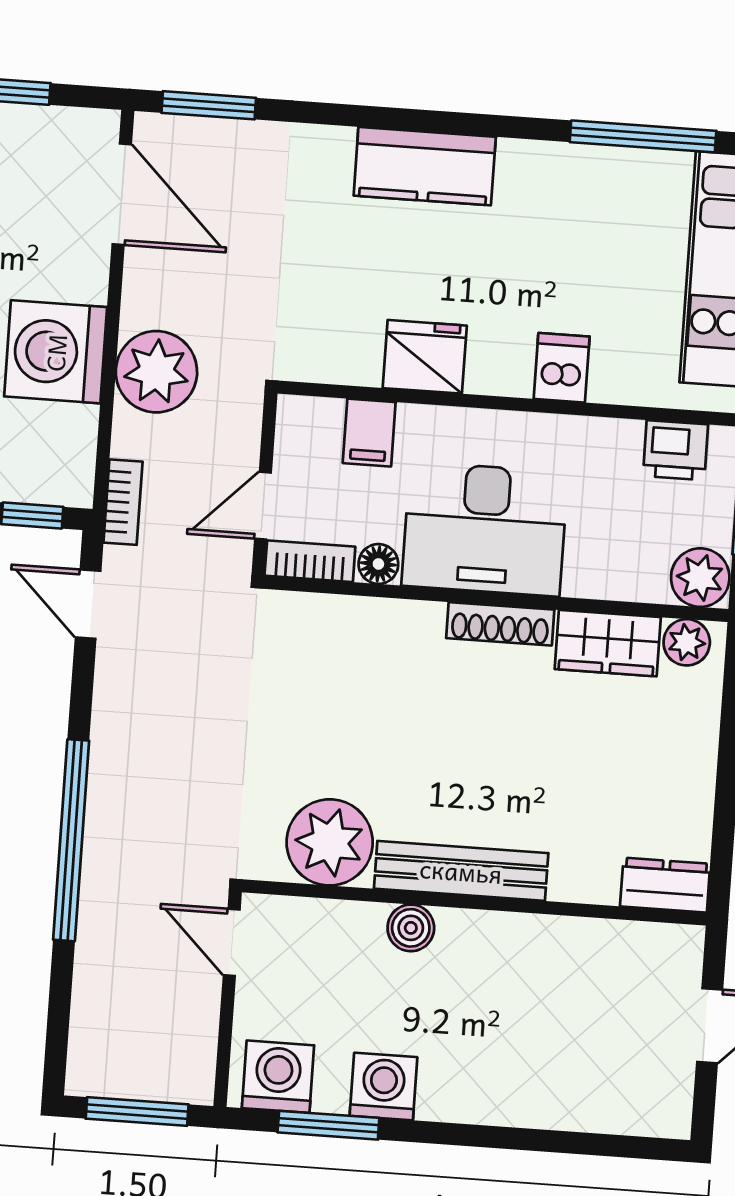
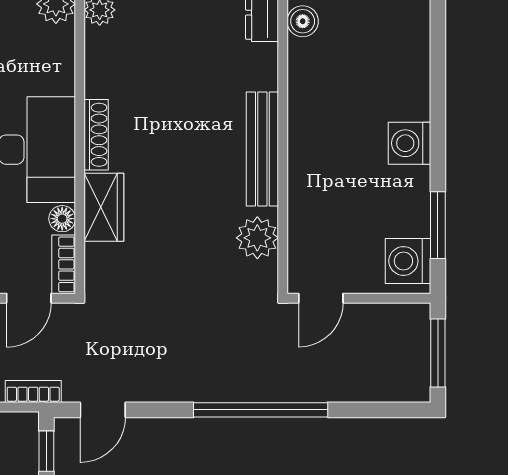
door: (263, 506) -> (29, 298), hinge flipped
wardrobe: (608, 643) -> (104, 207), moved
plant: (330, 842) -> (257, 238), width x0.73, depth x0.73
boiler: (411, 928) -> (303, 21), moved
washing machine: (384, 1087) -> (409, 143), moved

